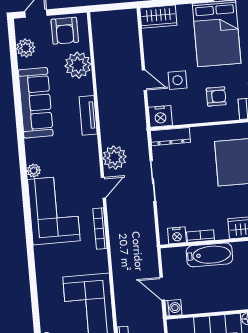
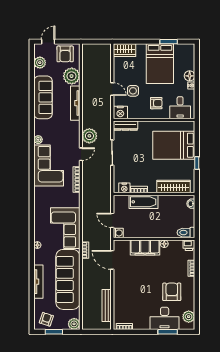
tv unit: (88, 115) -> (75, 103), width x1.41

